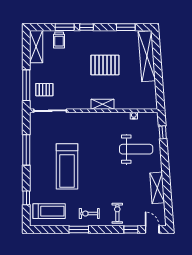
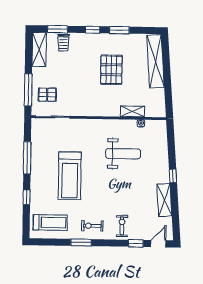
window: (65, 27) -> (58, 29), moved
window: (126, 27) -> (119, 30), moved
pallet: (105, 65) -> (111, 70), turned 90
shelving: (102, 104) -> (132, 111), moved
window: (163, 132) -> (173, 176), moved
weight bench: (136, 149) -> (123, 154), moved
window: (26, 198) -> (26, 197), moved
door: (152, 230) -> (158, 244), hinge flipped

